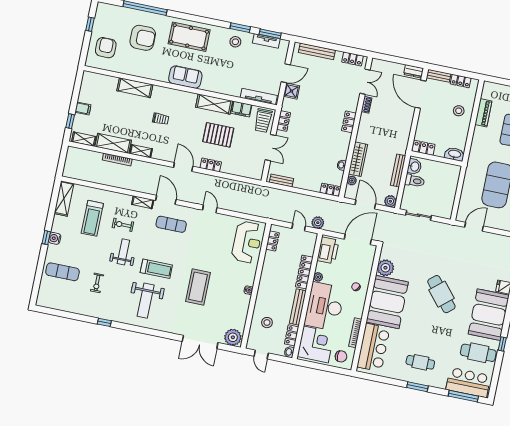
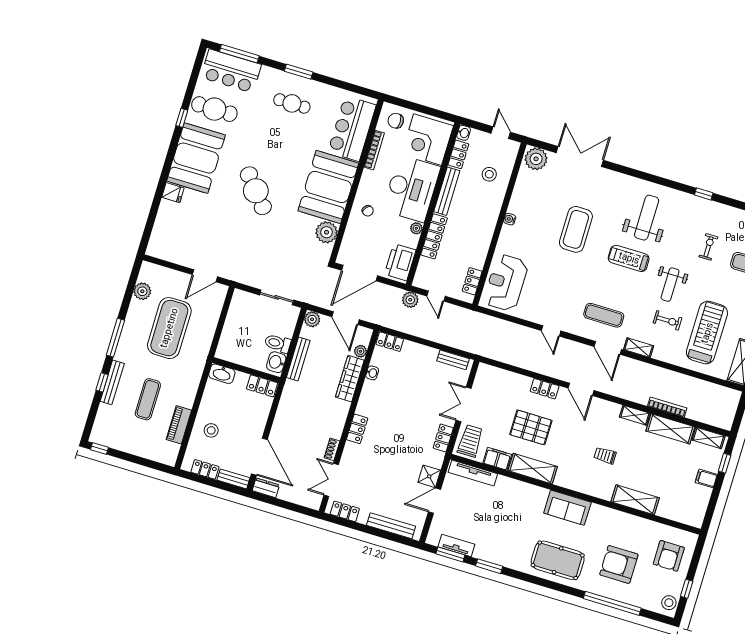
stool: (235, 42) -> (669, 603), moved
treadmill: (92, 218) -> (707, 333), width x1.37, depth x1.38

